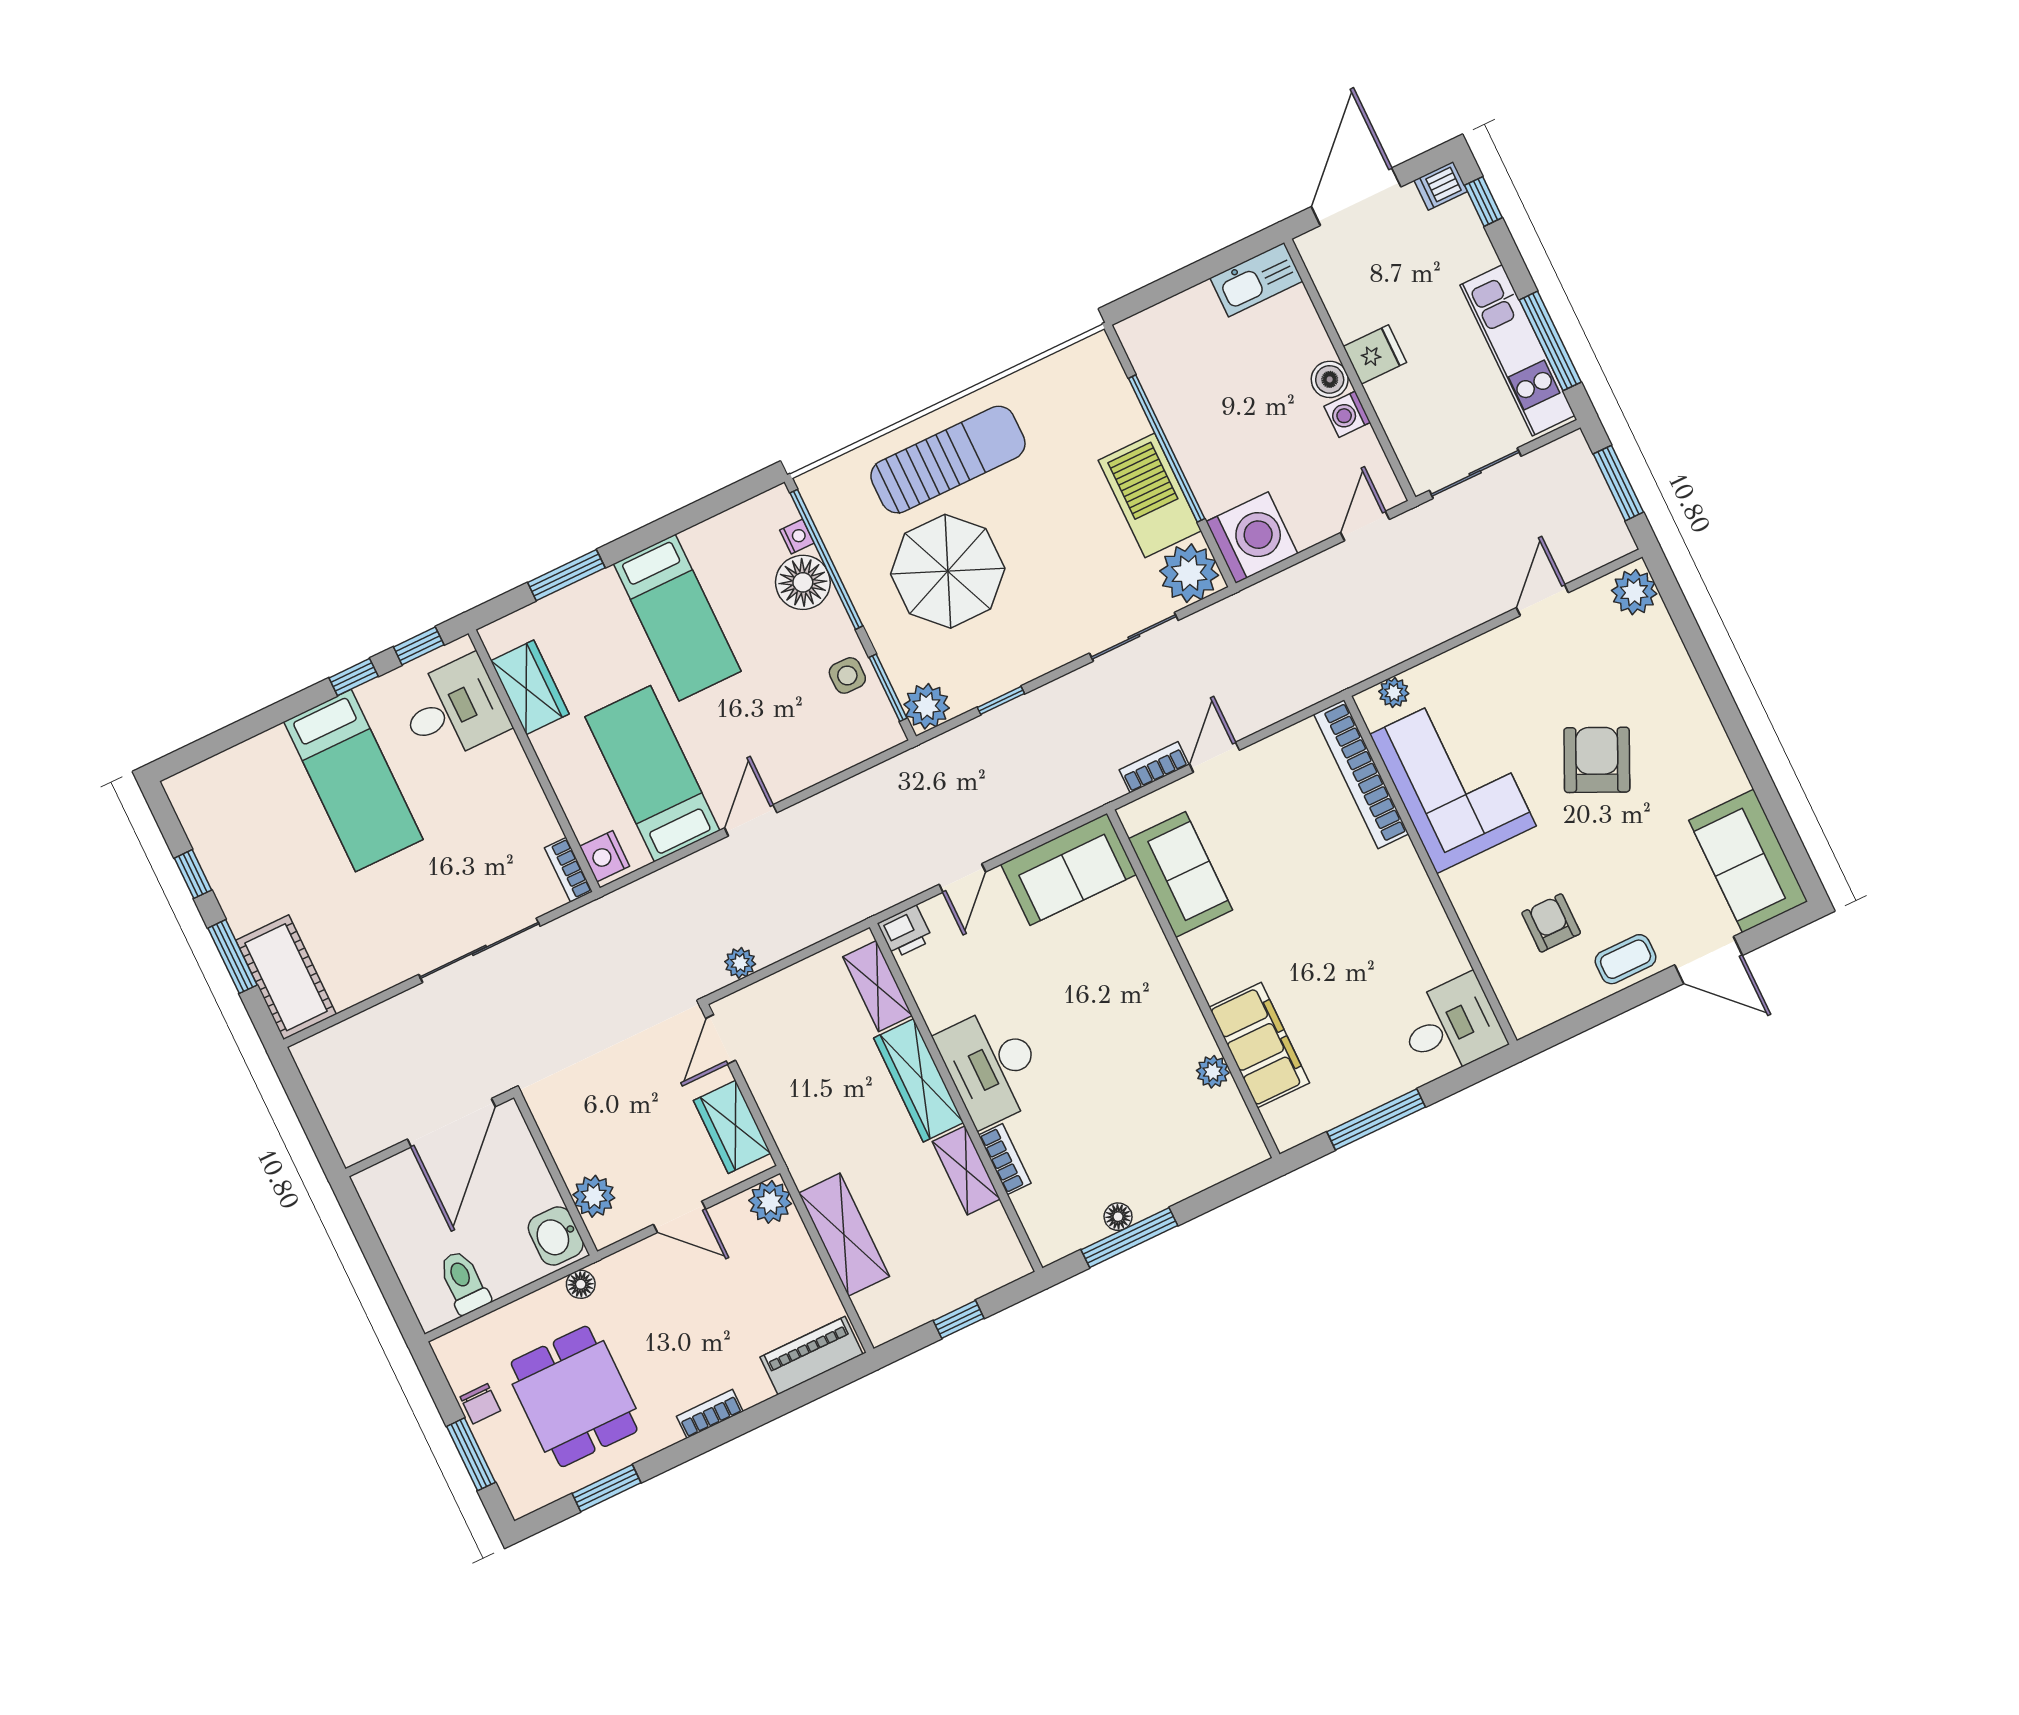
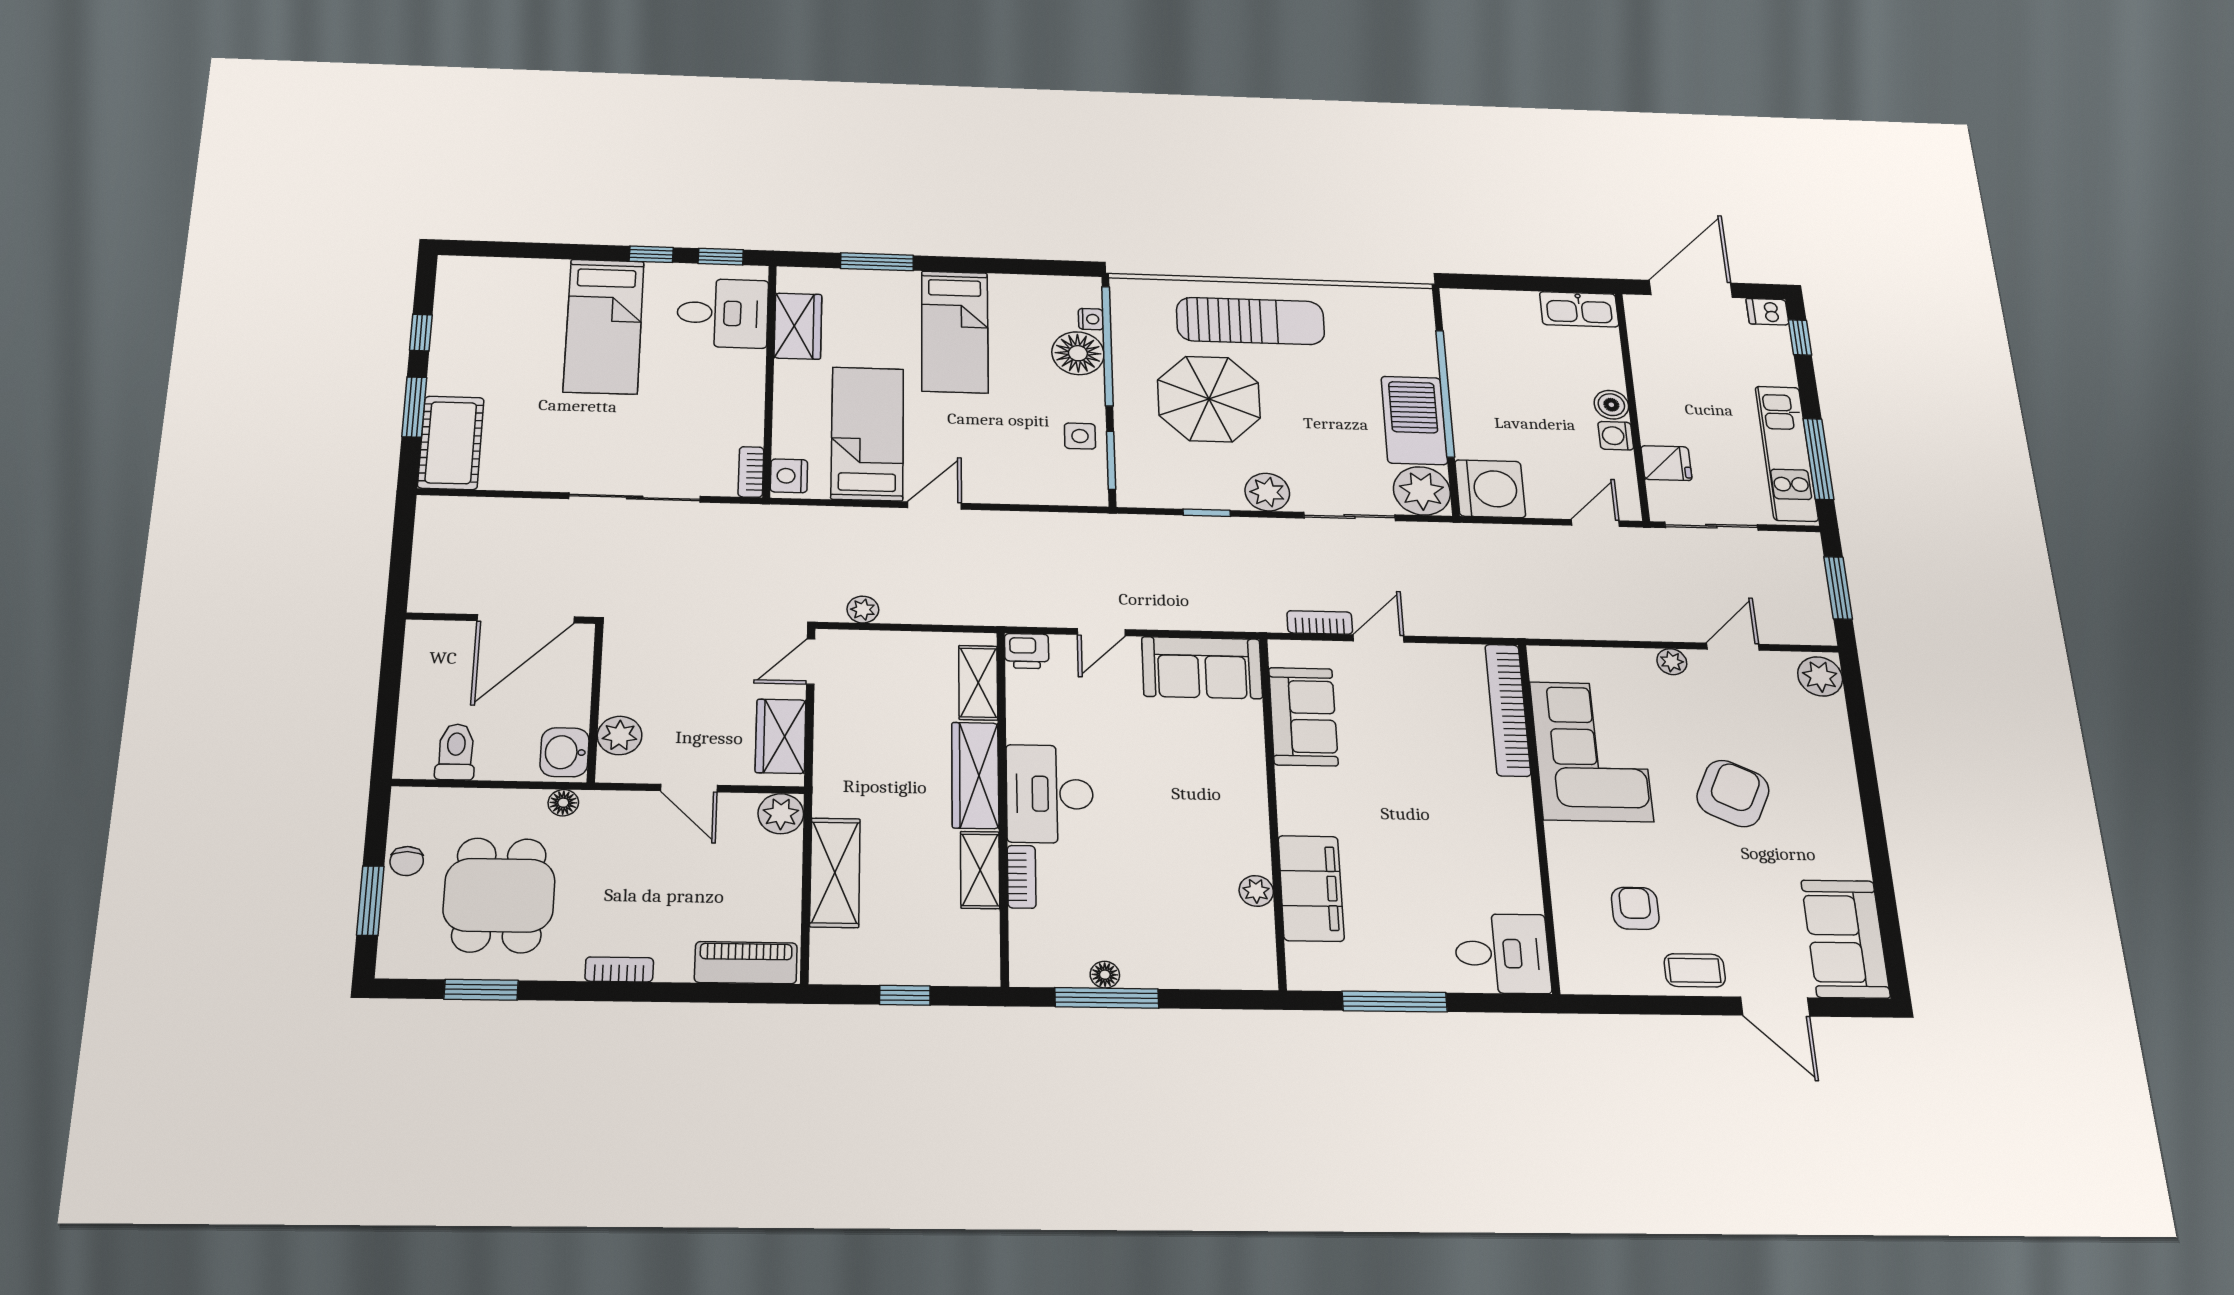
fridge: (1375, 355) -> (1666, 463), moved
plant: (1394, 692) -> (1672, 662), moved
plant: (927, 706) -> (1267, 492), moved

